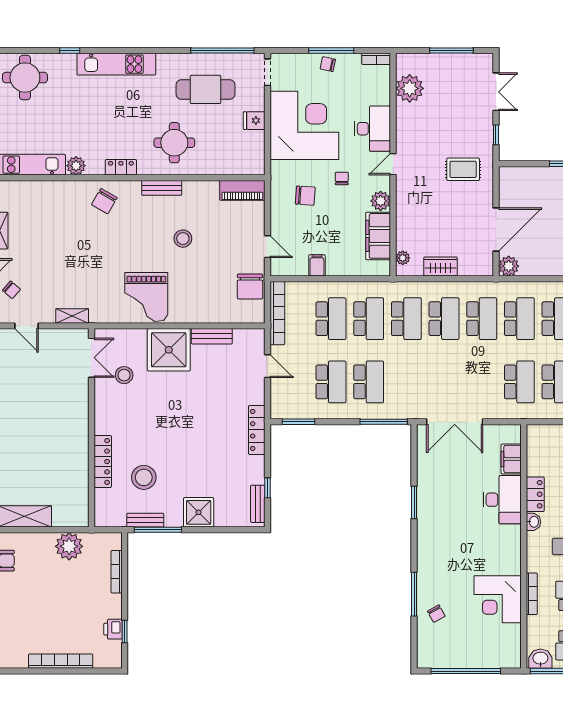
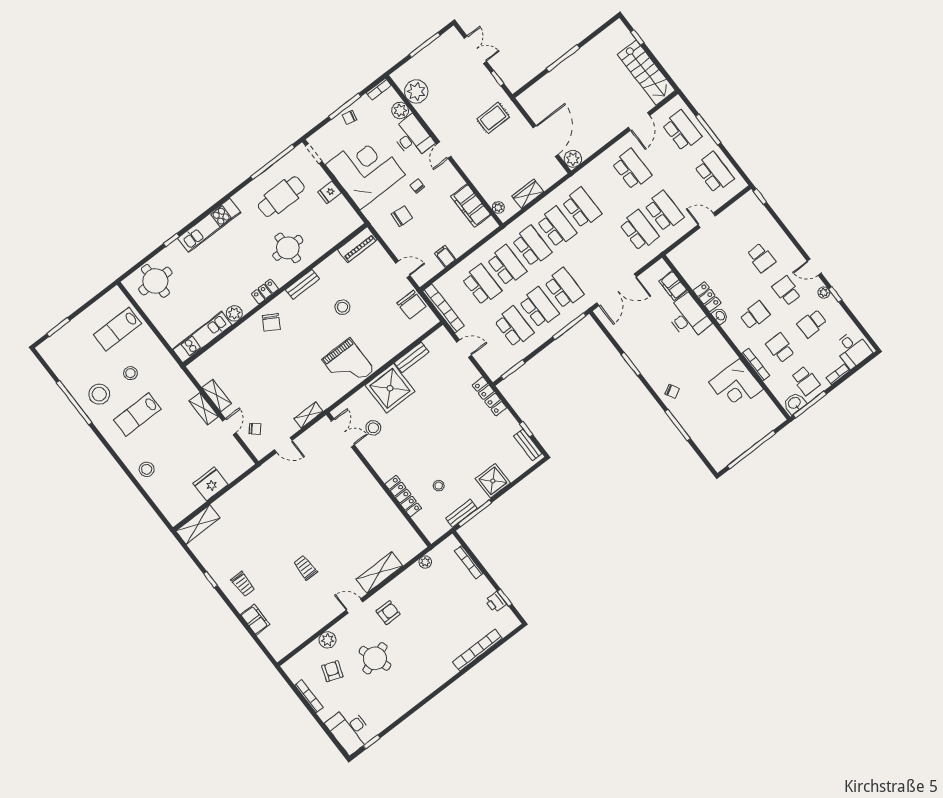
plant: (381, 201) -> (400, 110), moved
school desk: (519, 319) -> (564, 288), moved
stool: (144, 477) -> (439, 486), width x0.53, depth x0.53
plant: (69, 546) -> (425, 562), width x0.53, depth x0.53
chair: (436, 614) -> (672, 391), moved

